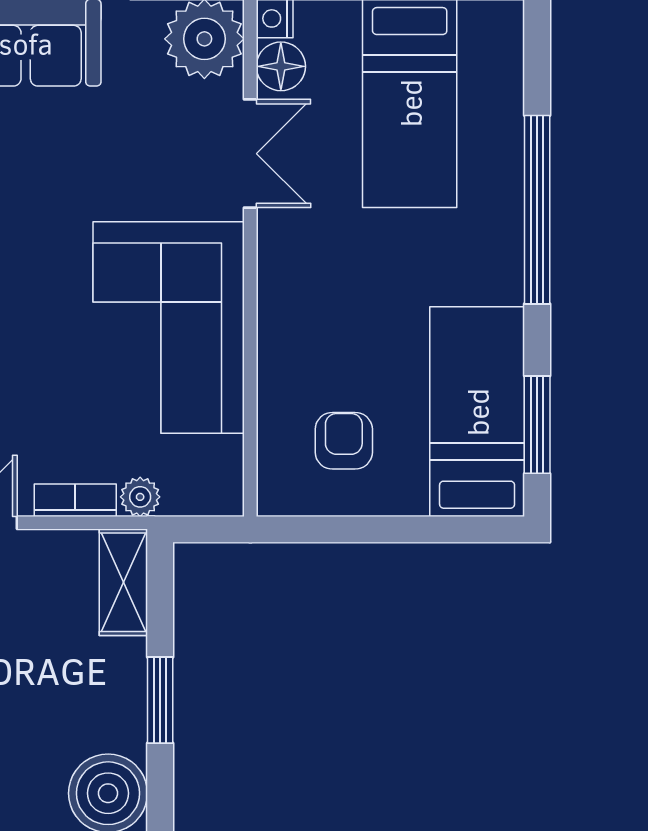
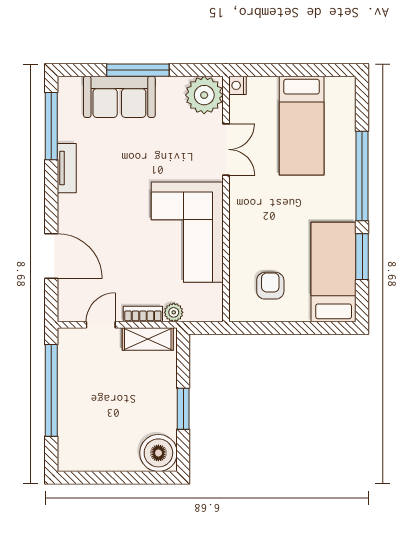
floor lamp: (281, 66) -> (240, 108), removed
window: (537, 425) -> (362, 257), moved
shelving: (123, 582) -> (148, 339), moved, turned 90

